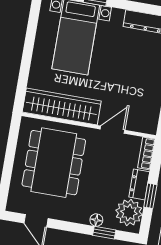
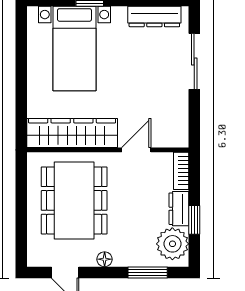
floor lamp: (96, 220) -> (105, 259), moved
window: (104, 233) -> (148, 272), width x1.50

